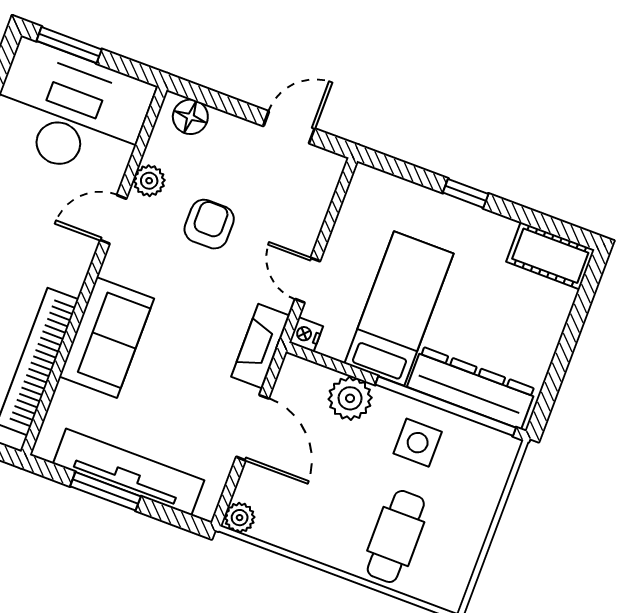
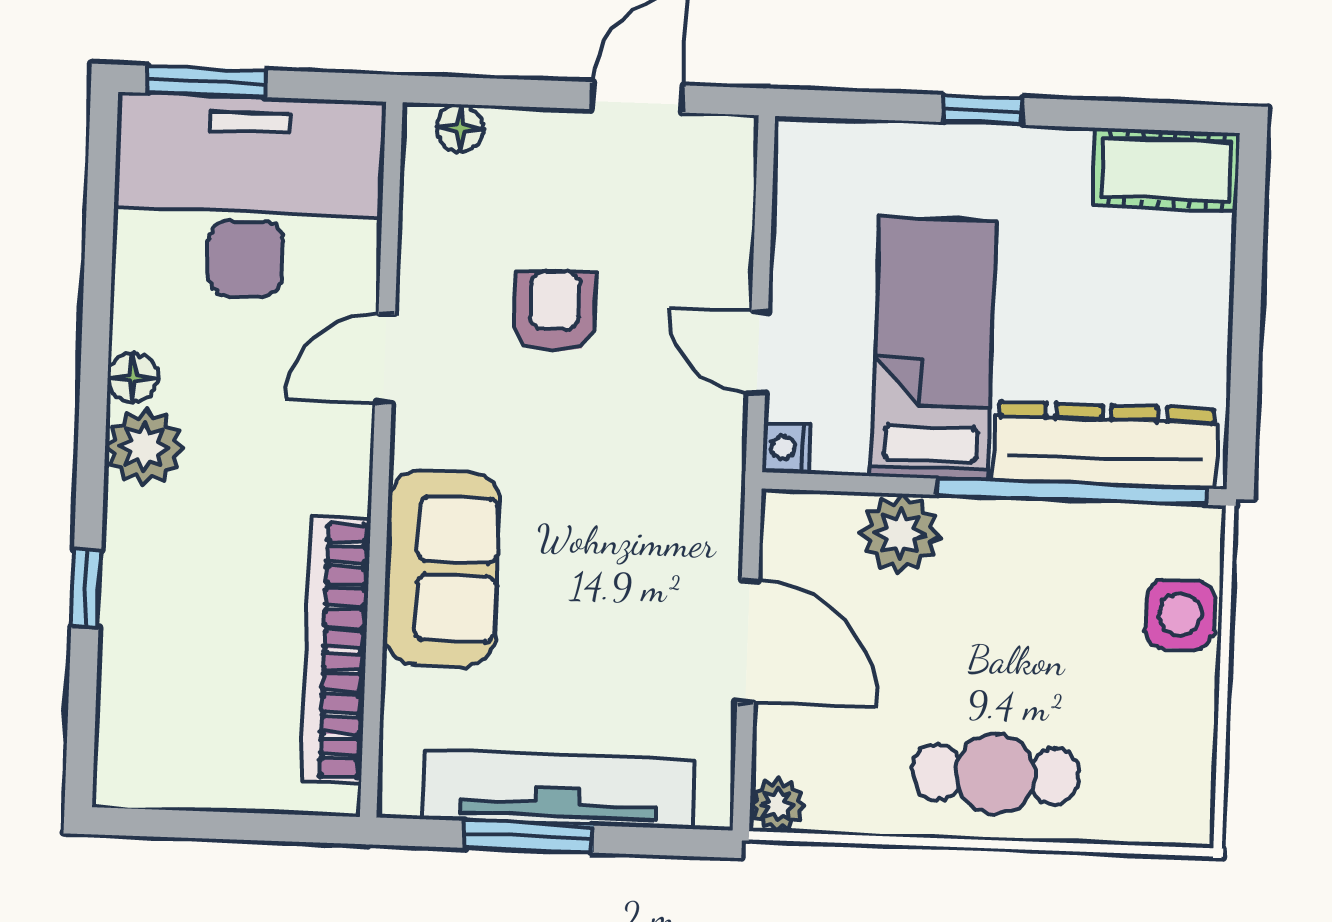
floor lamp: (190, 117) -> (460, 128), width x0.73, depth x0.73
plant: (149, 181) -> (425, 271), removed
fireplace: (260, 346) -> (714, 494), removed
side table: (418, 443) -> (1180, 614), moved
cafe table: (396, 536) -> (995, 774), moved, turned 90

